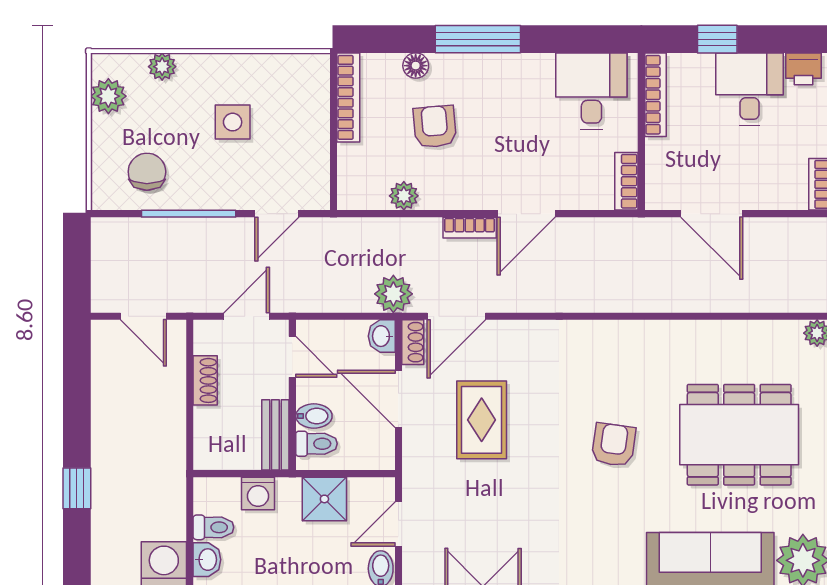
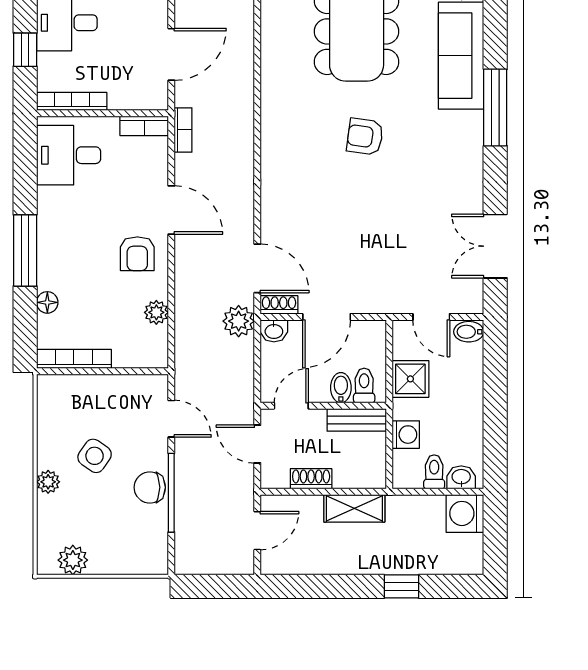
plant: (162, 67) -> (48, 482), moved
side table: (233, 122) -> (95, 456), turned 35
armchair: (435, 127) -> (137, 254), moved, turned -85
chair: (147, 172) -> (150, 487), moved
bookcase: (470, 228) -> (183, 130), moved
rug: (482, 420) -> (344, 247), removed
shelving: (170, 432) -> (354, 508), added

